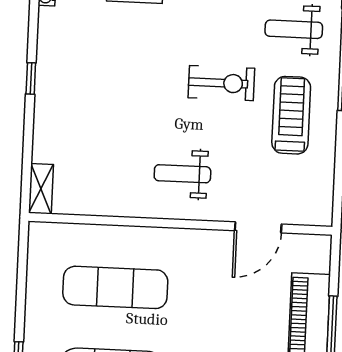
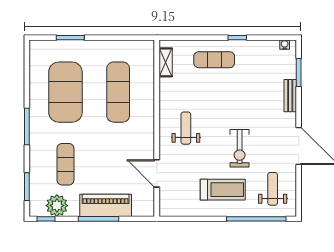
exercise mat: (67, 120) -> (214, 60), added
shelving: (41, 189) -> (166, 62), moved, turned 90

